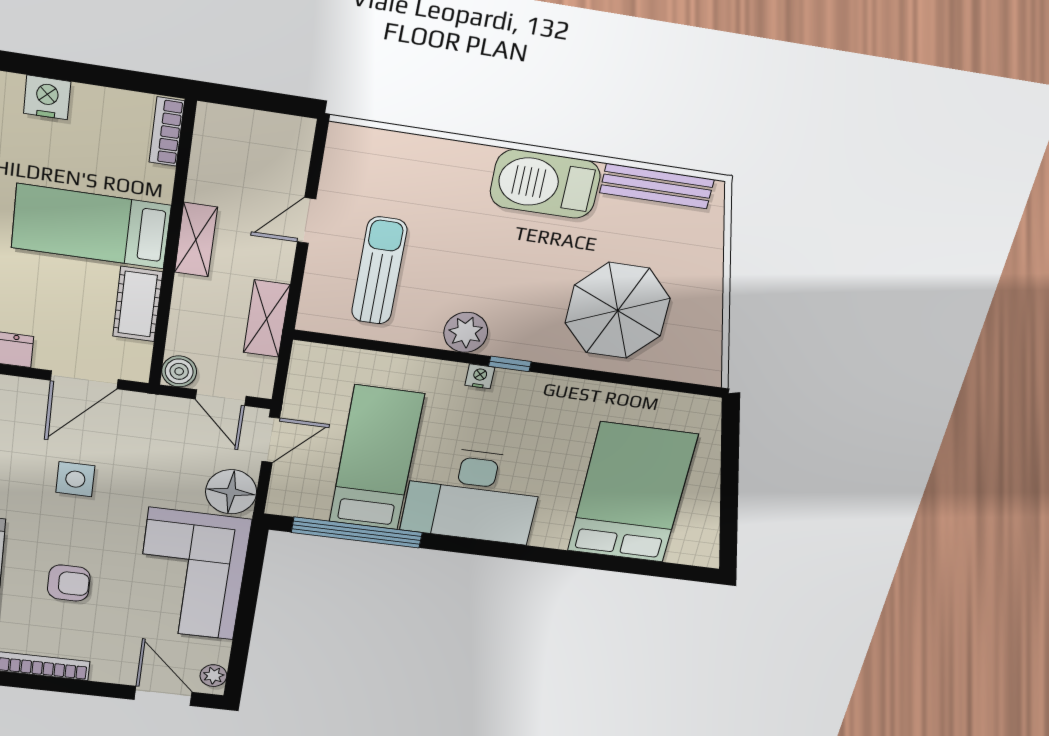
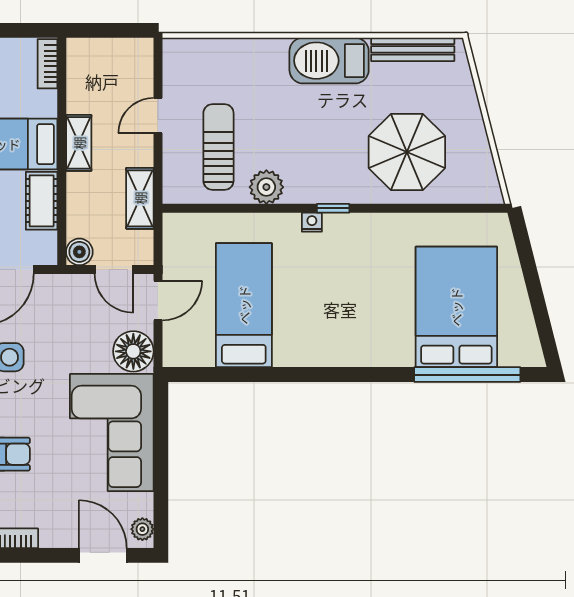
plant: (466, 332) -> (266, 187), moved
desk: (473, 495) -> (327, 327), removed
window: (357, 533) -> (467, 375), moved

